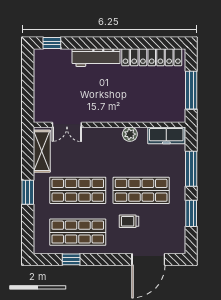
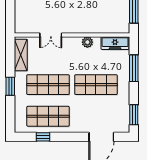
double door: (67, 125) -> (51, 35), moved
window: (191, 213) -> (134, 115), moved
trolley: (129, 221) -> (87, 108), removed

